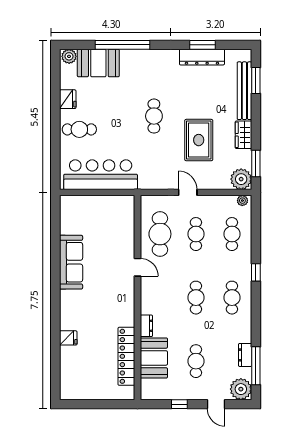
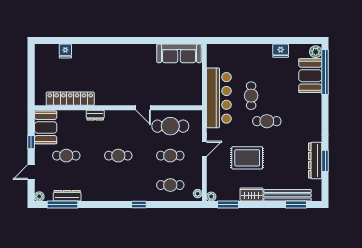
window: (122, 45) -> (325, 72), moved
cafe table: (79, 129) -> (251, 96), moved
bar counter: (101, 175) -> (219, 98), moved
plant: (241, 179) -> (211, 197), width x0.53, depth x0.53
sofa: (71, 262) -> (179, 53), moved
door: (137, 267) -> (143, 108), hinge flipped
cafe table: (232, 298) -> (118, 185), removed
fridge: (68, 338) -> (65, 51), moved
dresser: (245, 355) -> (67, 196), width x1.44
booth: (154, 358) -> (46, 127), moved, turned 90
plant: (241, 389) -> (39, 196), width x0.53, depth x0.53

